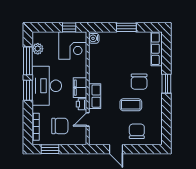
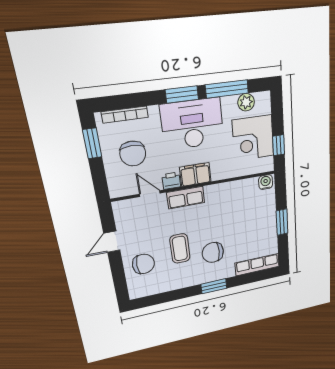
corner desk: (73, 45) -> (253, 138), moved

